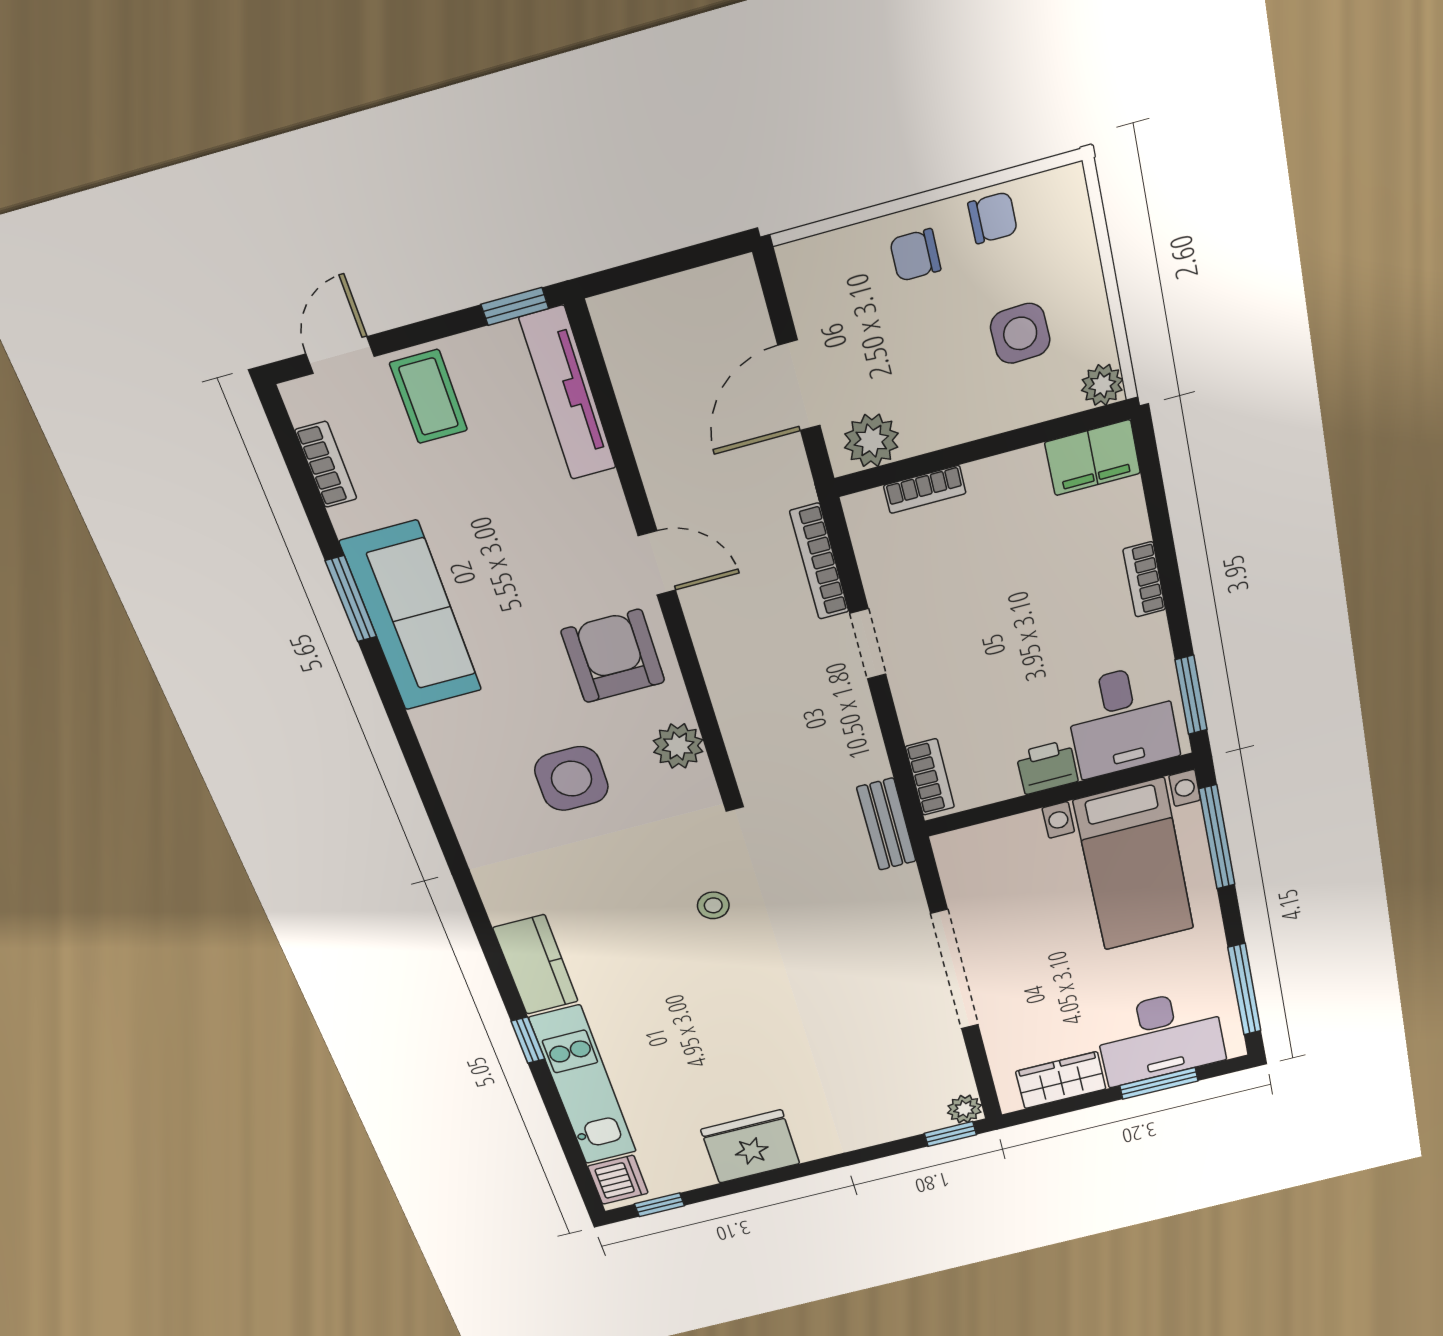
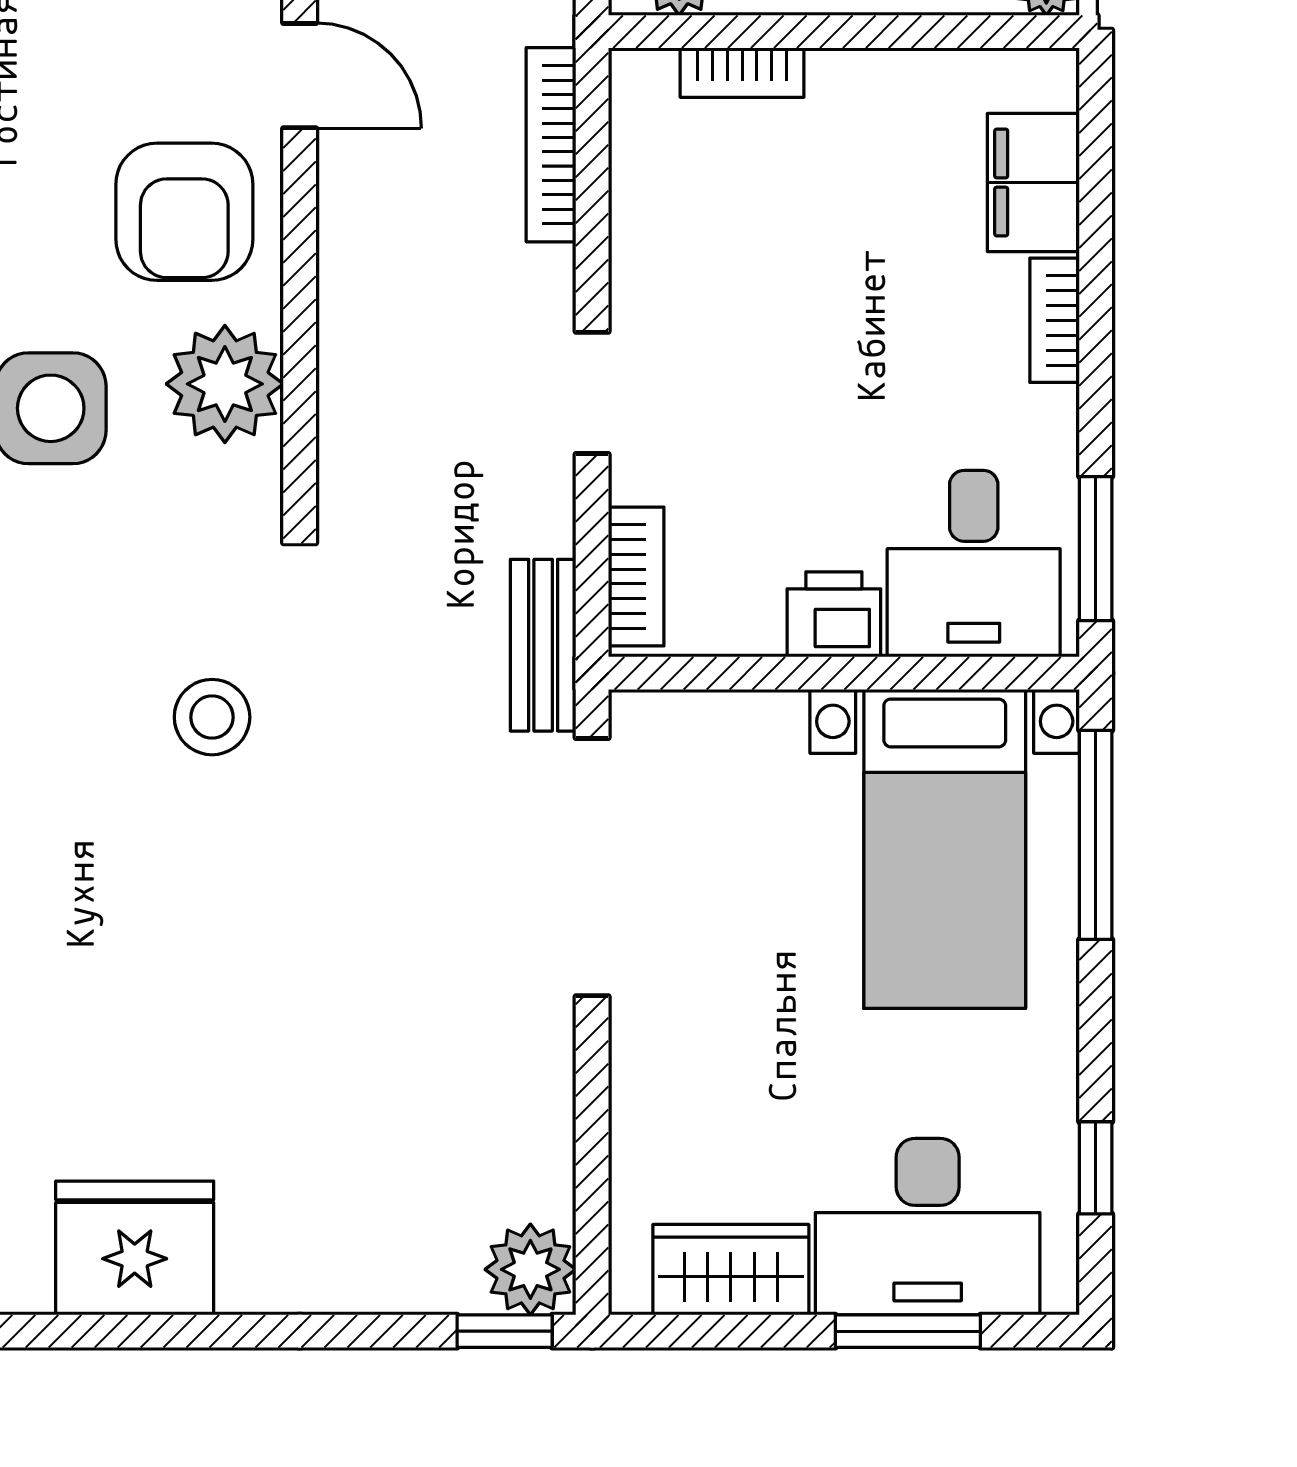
filing cabinet: (1093, 458) -> (1033, 183), moved, turned 90
doorway: (868, 644) -> (592, 393), moved
armchair: (613, 656) -> (184, 212), turned 180
plant: (678, 746) -> (225, 384), width x1.36, depth x1.36
stool: (713, 905) -> (212, 717), width x1.37, depth x1.37
doorway: (955, 970) -> (592, 867), moved
window: (1245, 989) -> (1096, 1168), width x0.46
plant: (964, 1109) -> (530, 1269), width x1.38, depth x1.38

